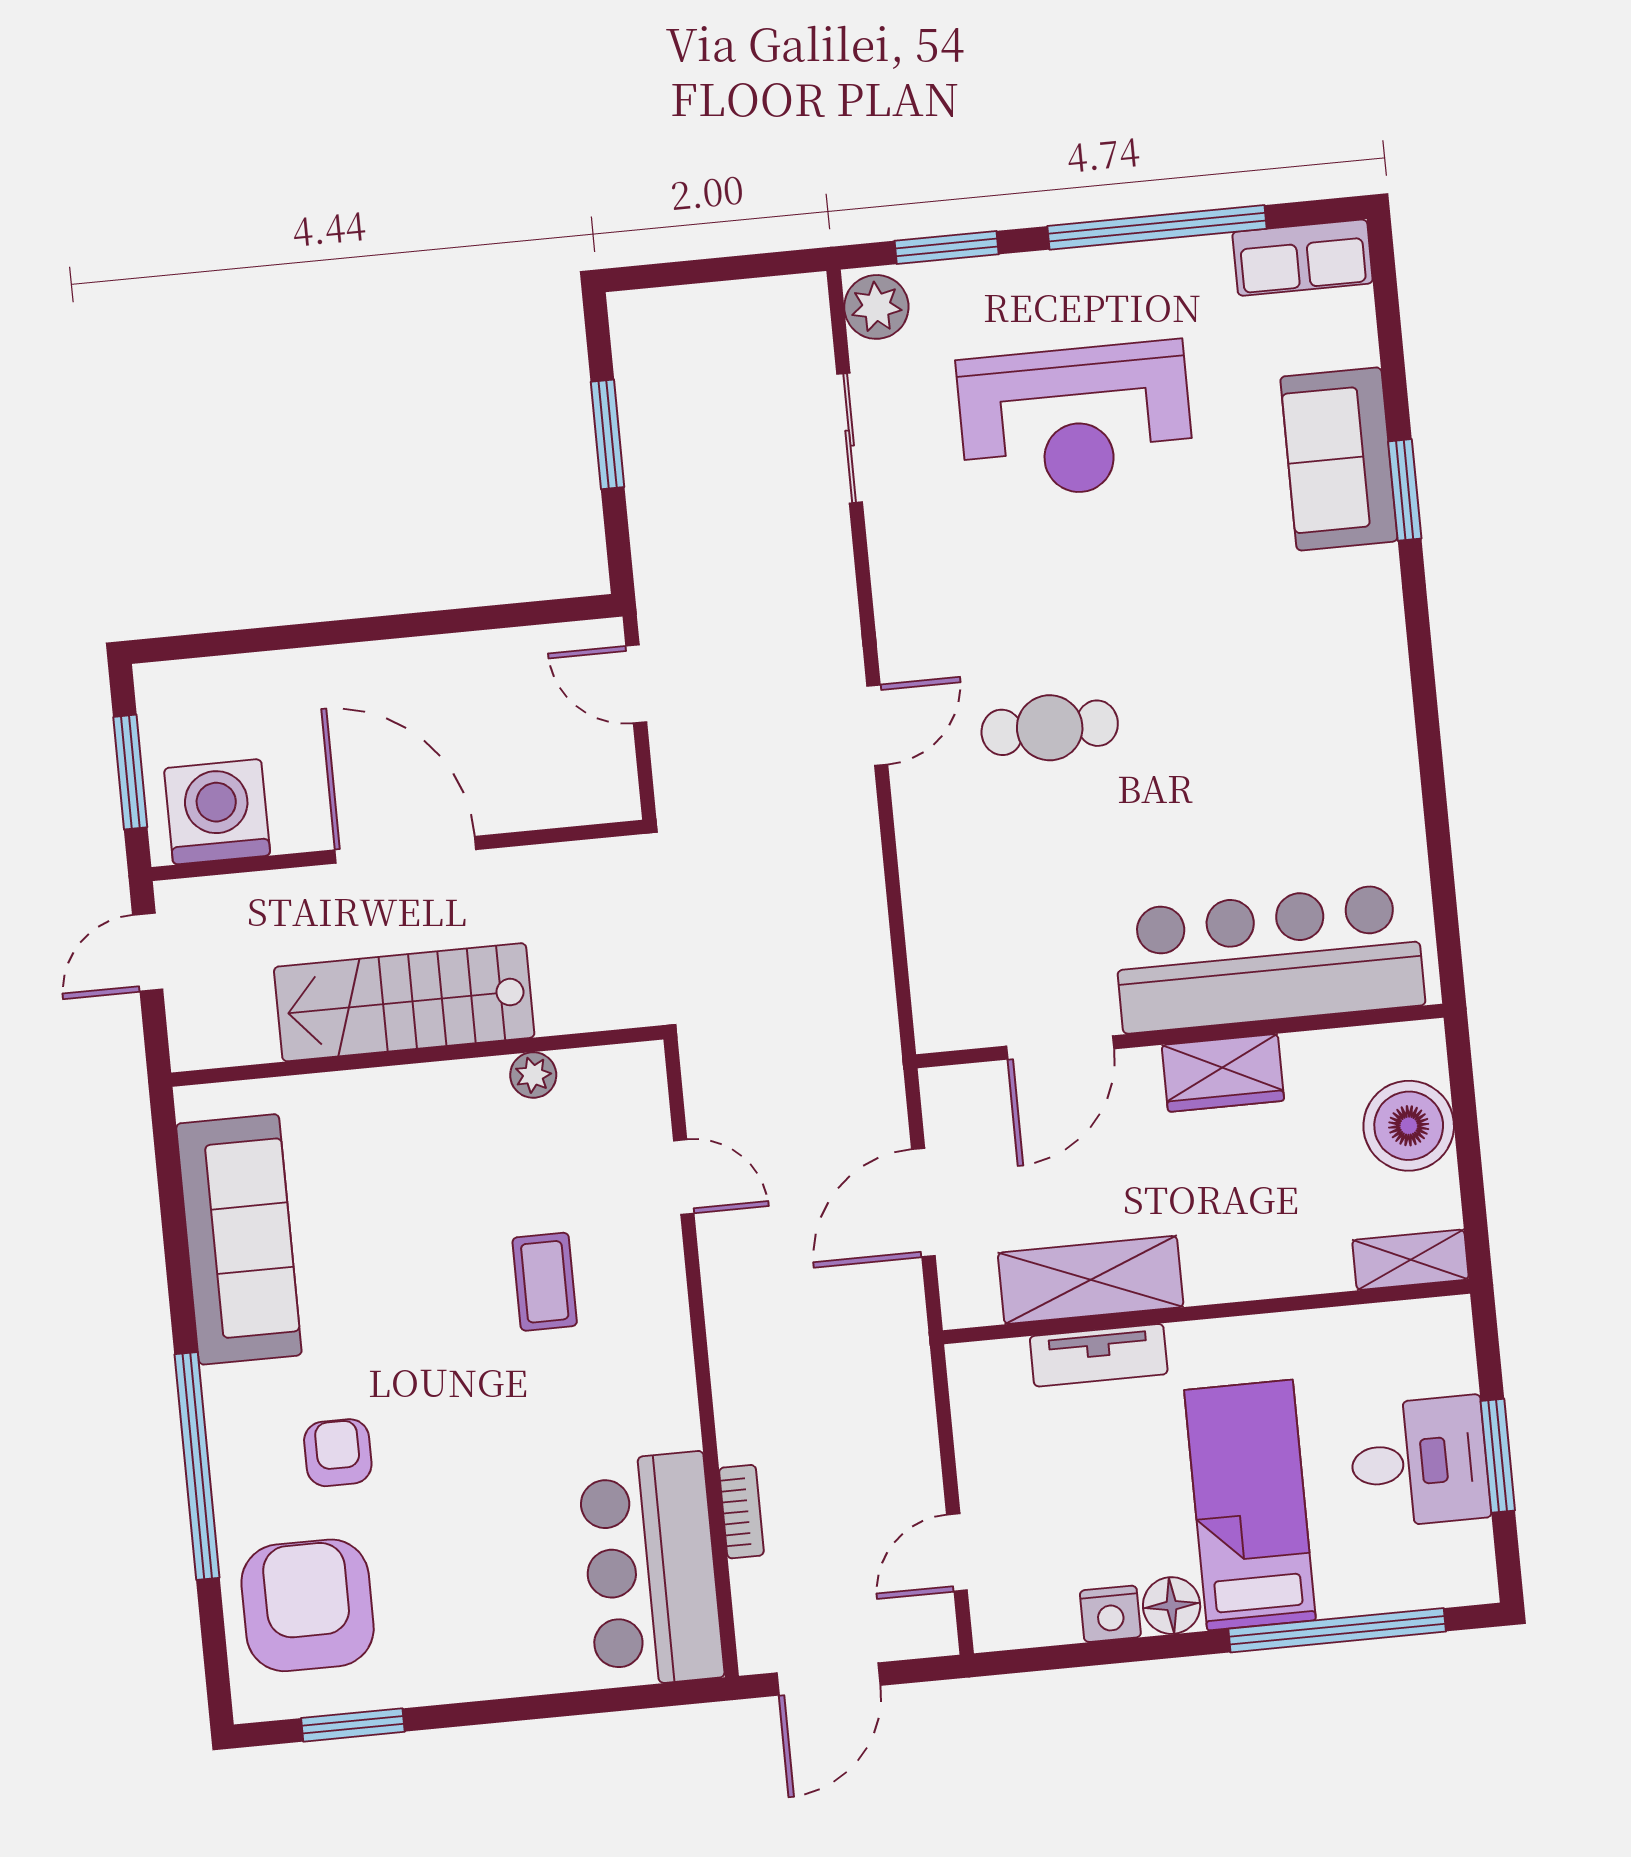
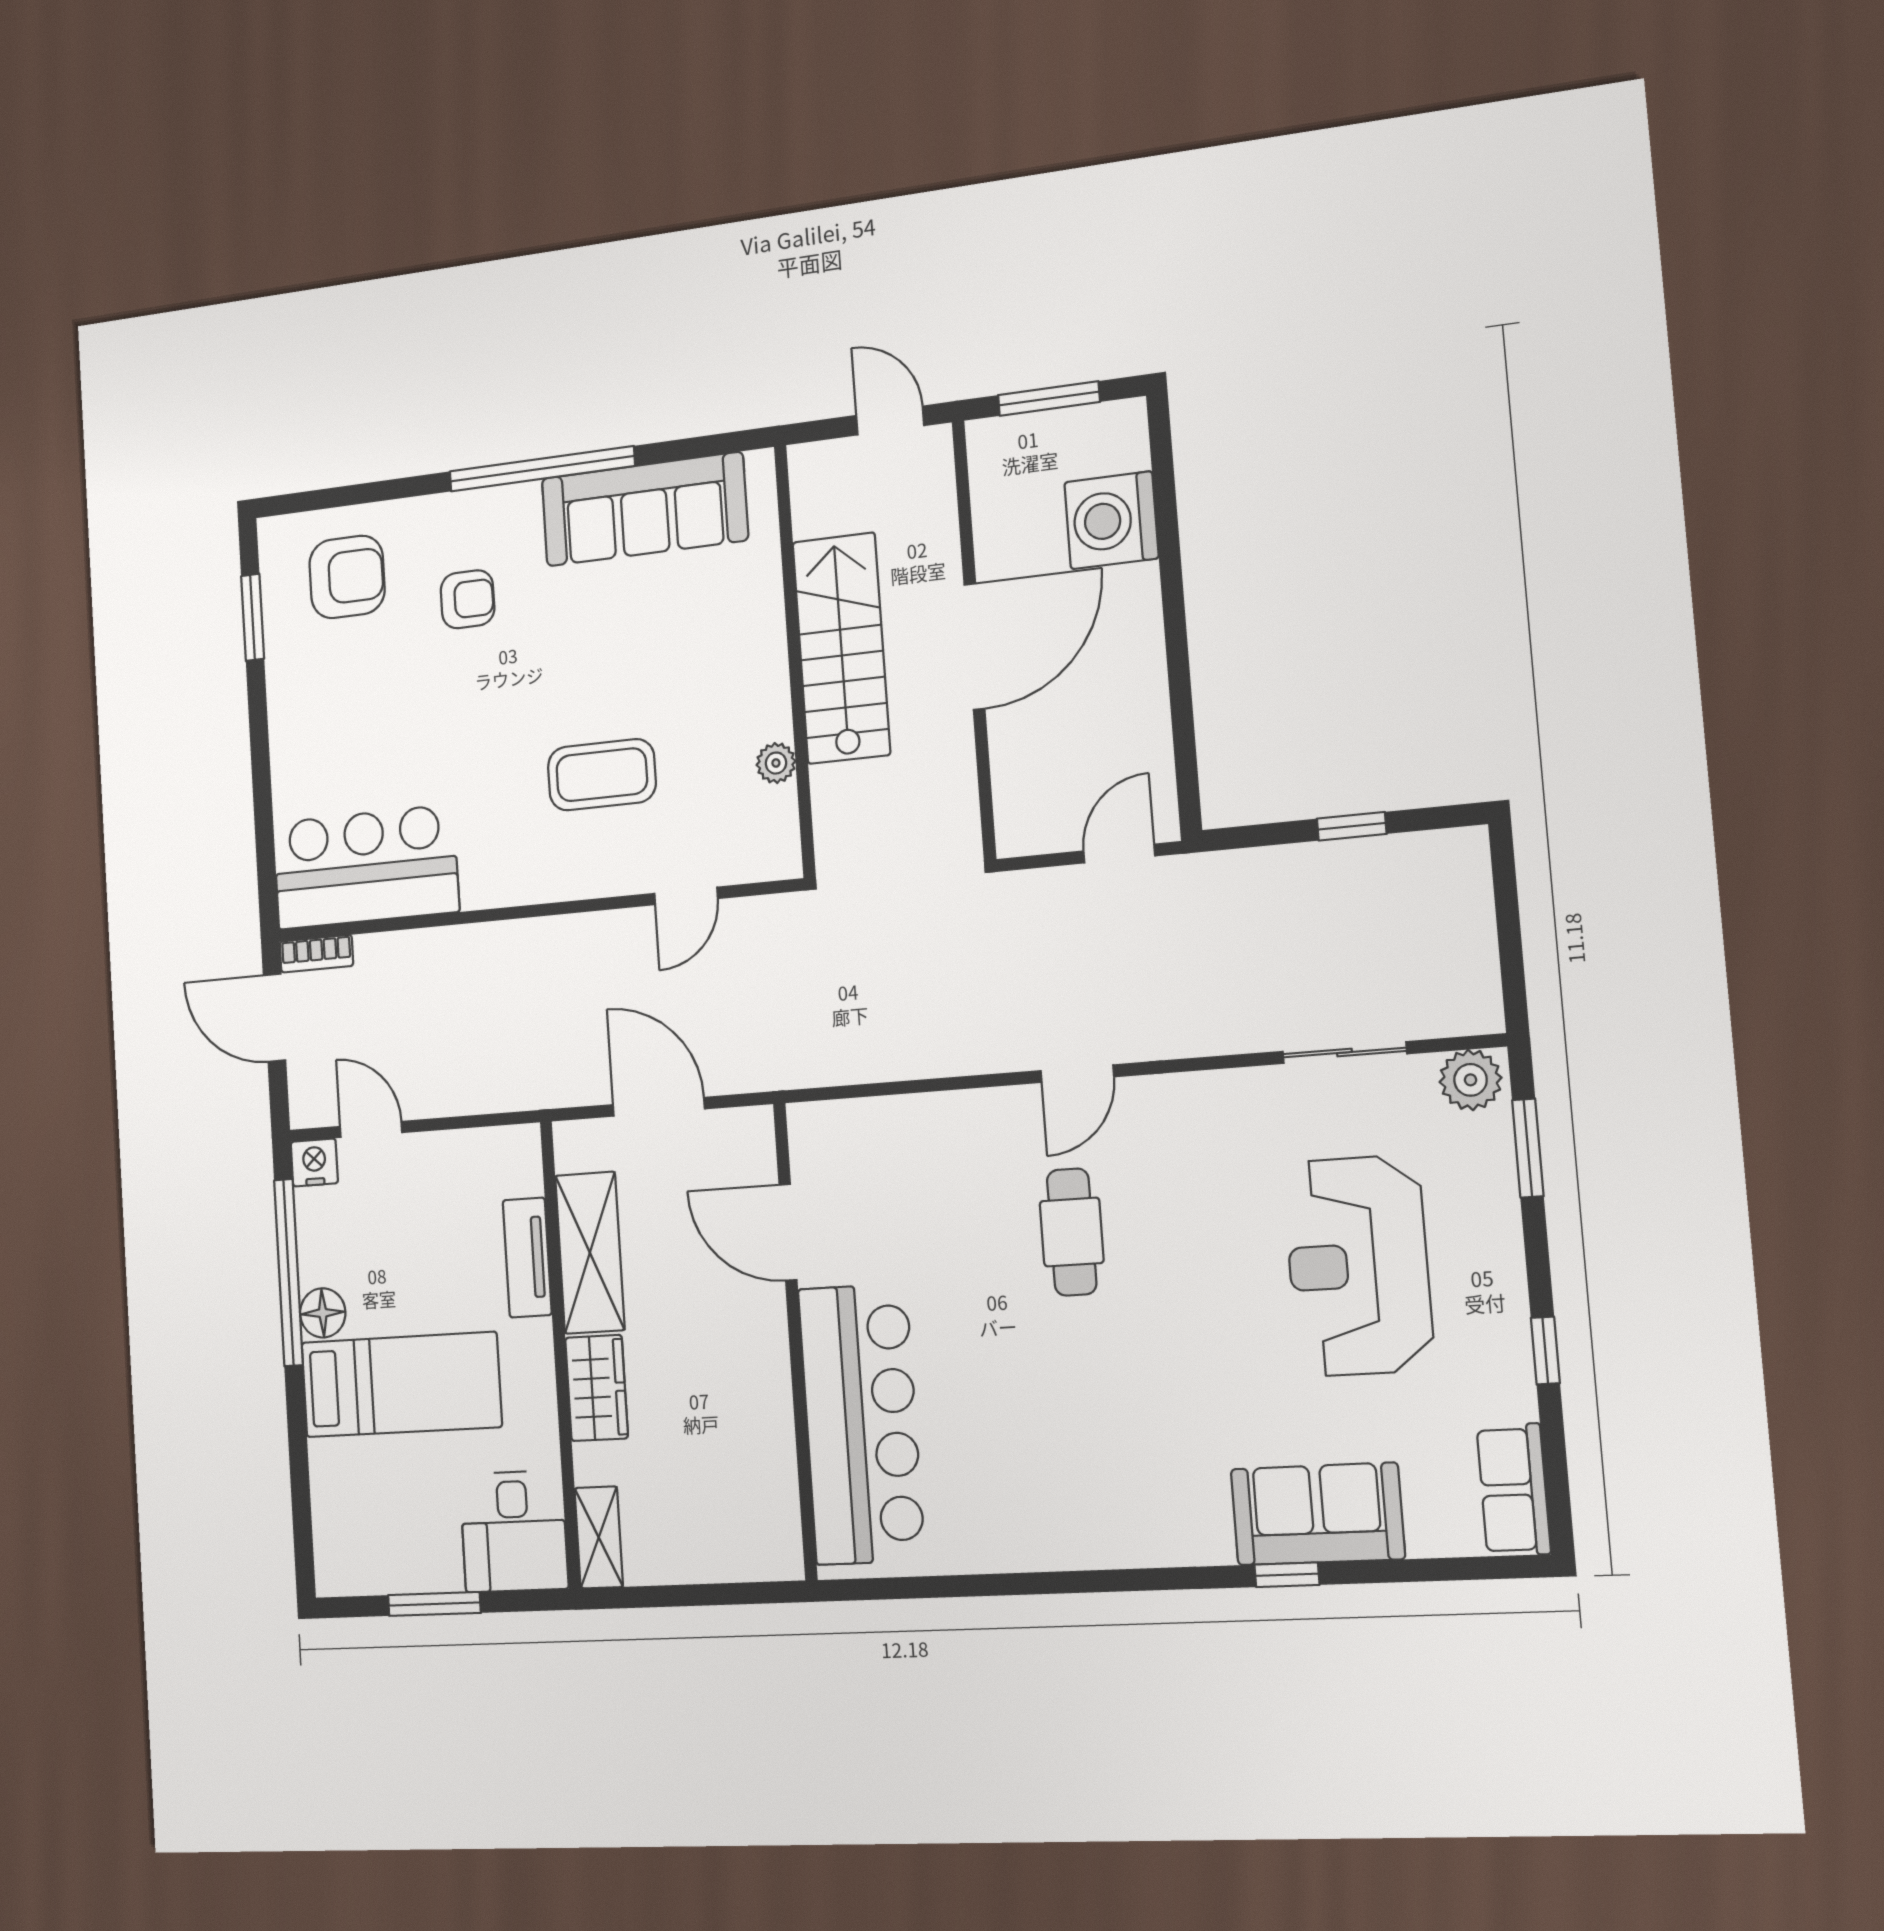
window: (1157, 227) -> (1545, 1351), width x0.32
window: (607, 434) -> (1352, 826), width x0.67
window: (1405, 490) -> (1287, 1575), width x0.67
door: (877, 725) -> (1077, 1074), hinge flipped
washing machine: (217, 812) -> (1111, 520), moved, turned 180
wardrobe: (1223, 1073) -> (597, 1388), moved, turned 180
boiler: (1409, 1126) -> (713, 1543), removed
coffee table: (545, 1282) -> (602, 775), width x1.36, depth x1.30
desk: (1419, 1462) -> (514, 1531), moved
window: (197, 1466) -> (542, 469), moved
bookcase: (741, 1512) -> (316, 954), moved
armchair: (308, 1605) -> (347, 577), width x0.73, depth x0.73
nightstand: (1110, 1614) -> (314, 1162), moved, turned 90
window: (1337, 1630) -> (289, 1272), moved

